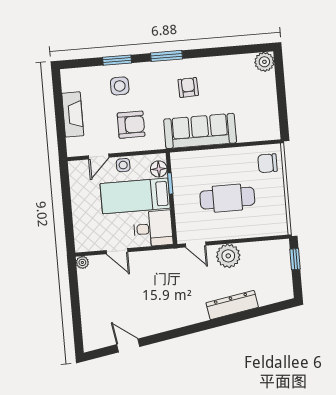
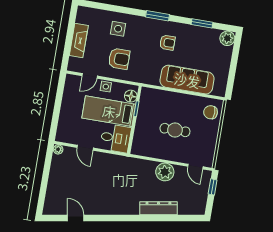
window: (117, 60) -> (202, 23), moved
armchair: (188, 87) -> (167, 43), turned 92
sofa: (200, 131) -> (187, 80), moved
cafe table: (227, 198) -> (175, 130), width x0.73, depth x0.74
door: (196, 245) -> (195, 167), moved

